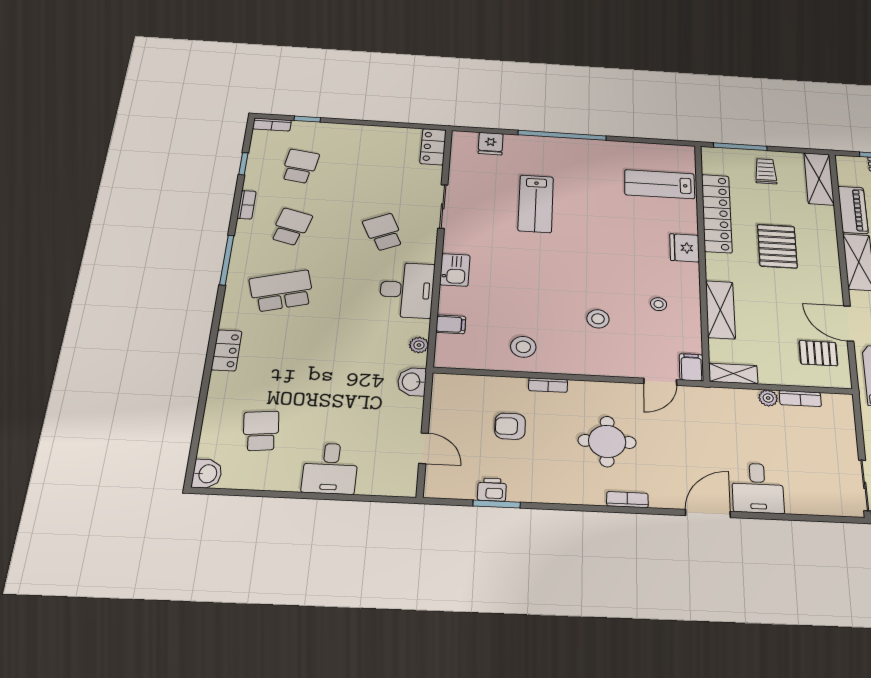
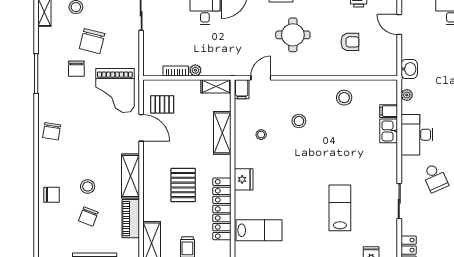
kitchen sink: (455, 270) -> (389, 131), moved
bookcase: (548, 385) -> (328, 71), removed

